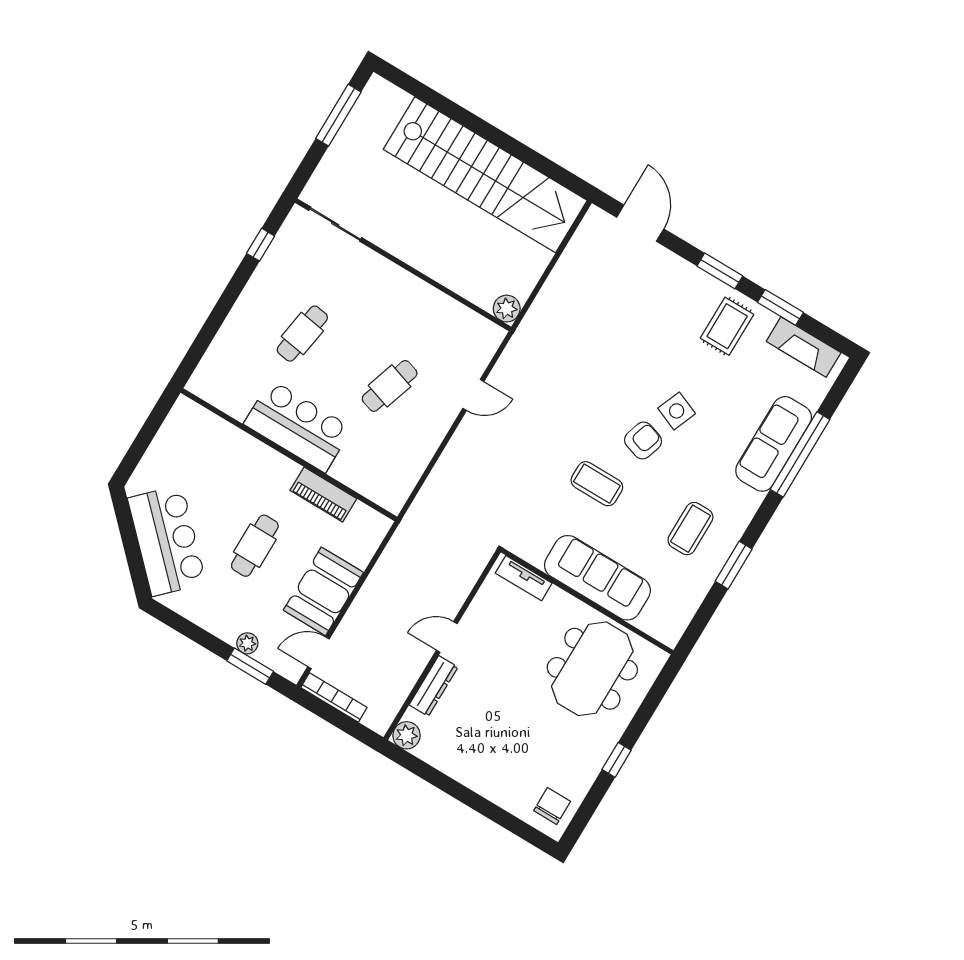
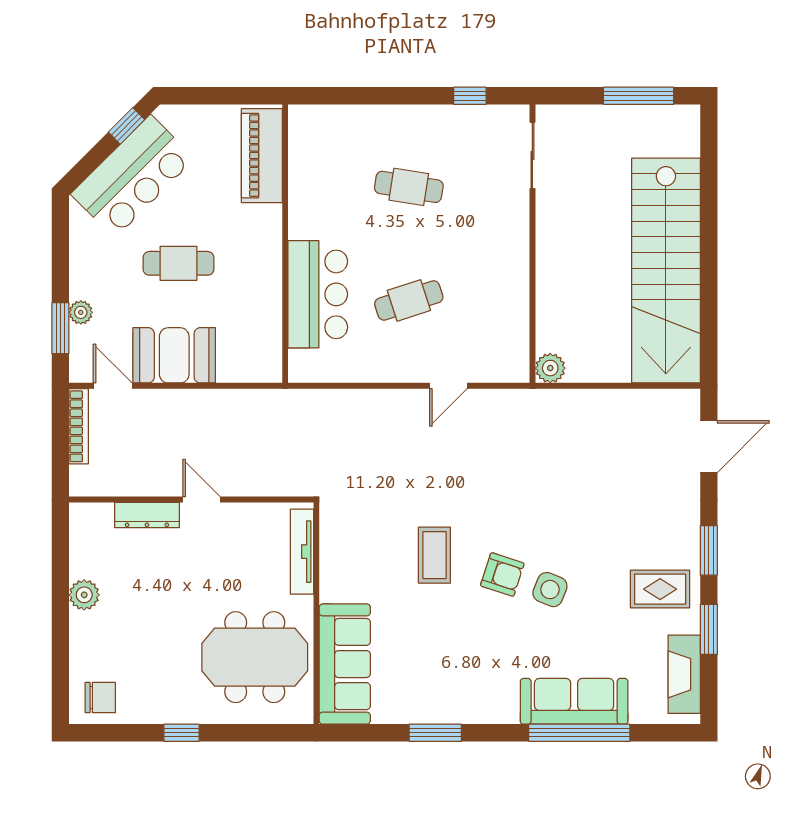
cafe table: (390, 386) -> (409, 300), turned -36
door: (473, 395) -> (448, 386), hinge flipped
bar counter: (298, 426) -> (318, 294), moved
piano: (323, 494) -> (262, 156), moved, width x1.37, depth x1.33
window: (125, 522) -> (126, 126), added
coffee table: (690, 529) -> (445, 670), removed
tv unit: (524, 578) -> (302, 552), width x1.41
sofa: (597, 578) -> (345, 664), moved
plant: (407, 735) -> (84, 595), moved

